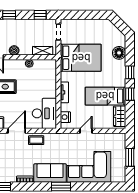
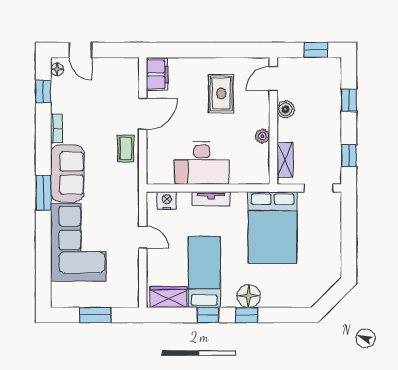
floor lamp: (119, 53) -> (249, 296), moved
desk: (44, 113) -> (202, 163), moved
door: (17, 131) -> (143, 114), hinge flipped

